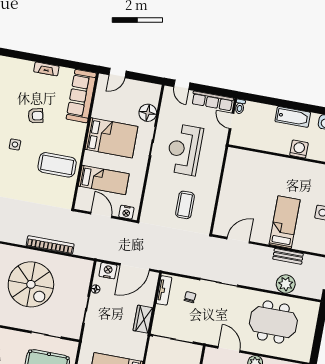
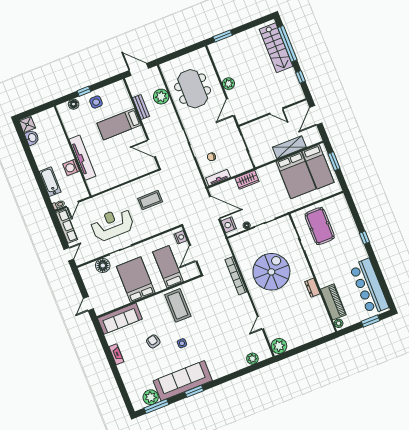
door: (117, 73) -> (88, 304), swing flipped
bathtub: (293, 117) -> (50, 182), moved
washing machine: (299, 149) -> (71, 167), moved
reception desk: (184, 150) -> (112, 224), turned 180
tv unit: (273, 162) -> (82, 158), added

